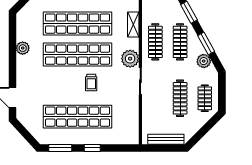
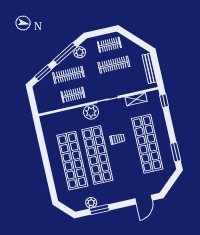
shelving: (133, 25) -> (136, 99), moved
clothes rail: (155, 42) -> (73, 95), width x0.73
window: (13, 43) -> (99, 210), added
window: (206, 43) -> (65, 54), width x1.44
plant: (23, 48) -> (91, 203), moved
window: (92, 148) -> (164, 101), moved

